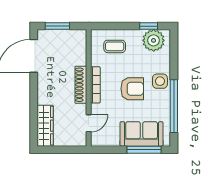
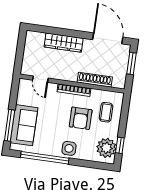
shoe rack: (81, 85) -> (95, 80), moved
armchair: (132, 89) -> (81, 118), moved
wardrobe: (45, 126) -> (64, 43), moved

